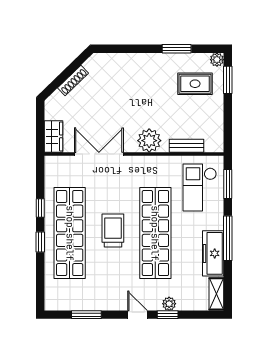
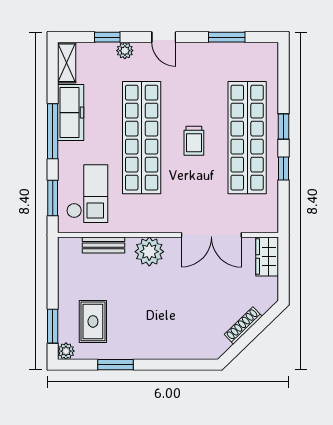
rug: (195, 84) -> (93, 321), turned 90
trolley: (113, 231) -> (194, 141), width x0.73, depth x0.72
window: (168, 315) -> (107, 37), moved

